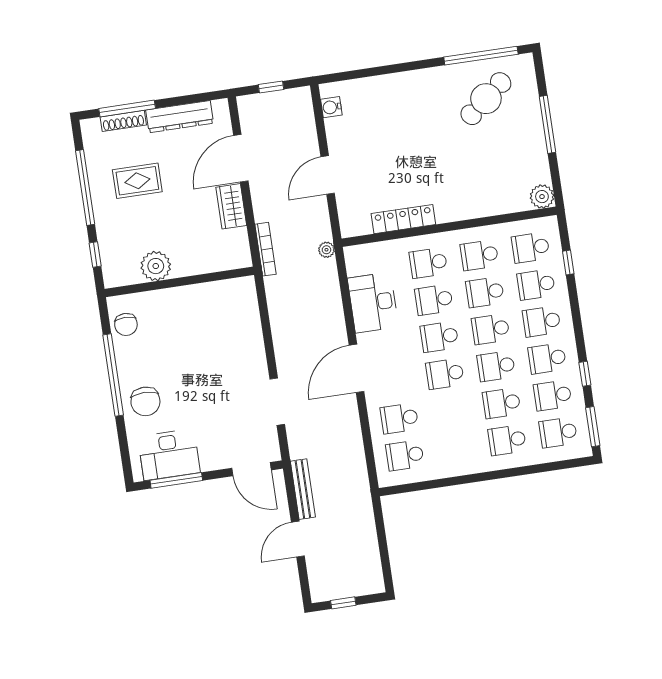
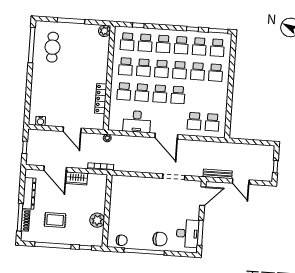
cafe table: (486, 99) -> (52, 47), turned 39
rug: (137, 181) -> (55, 220), turned 90

